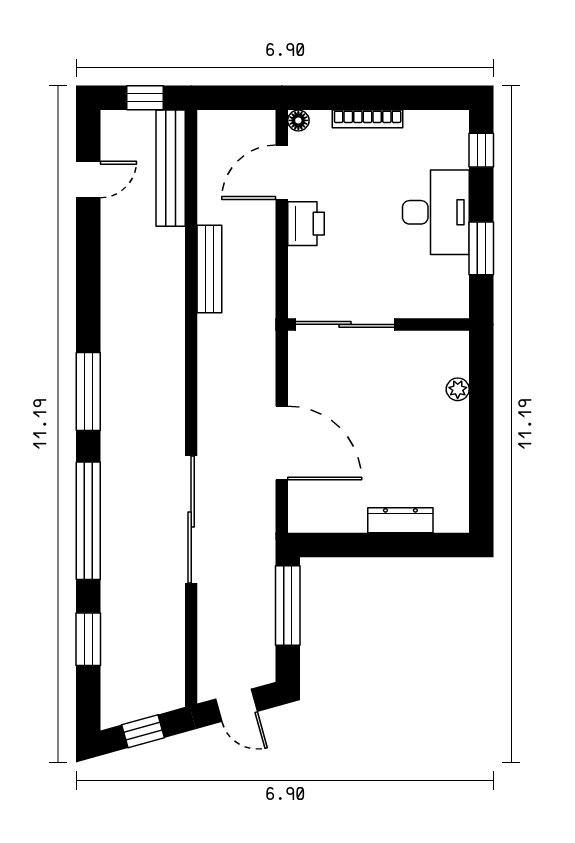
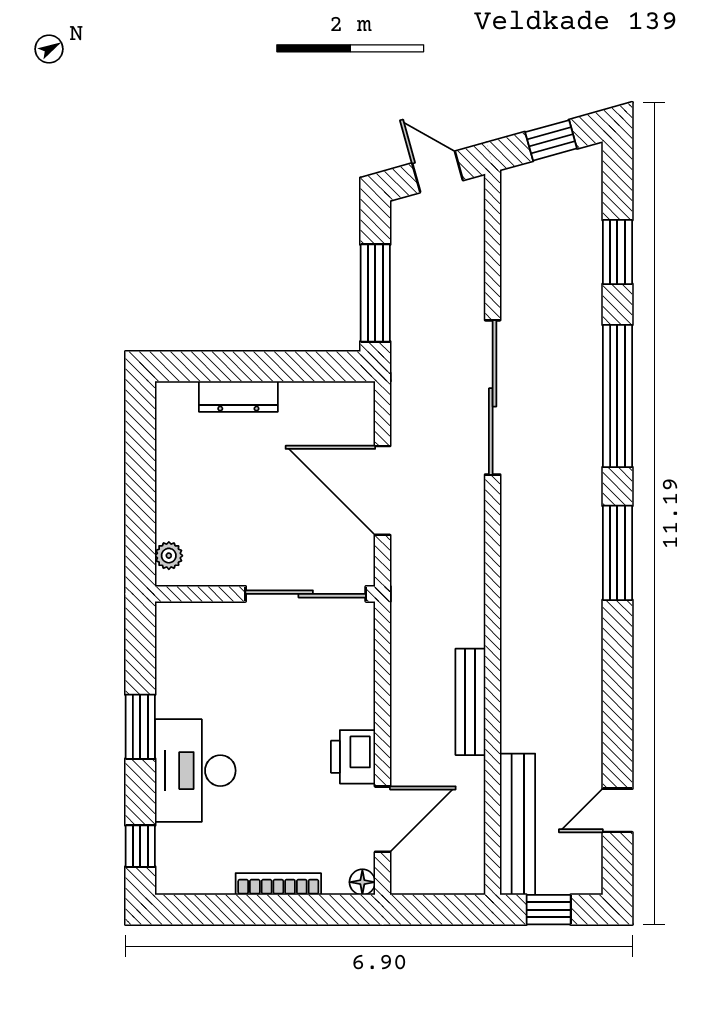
sliding door: (345, 324) -> (306, 594), moved
wall: (378, 324) -> (265, 594), moved

